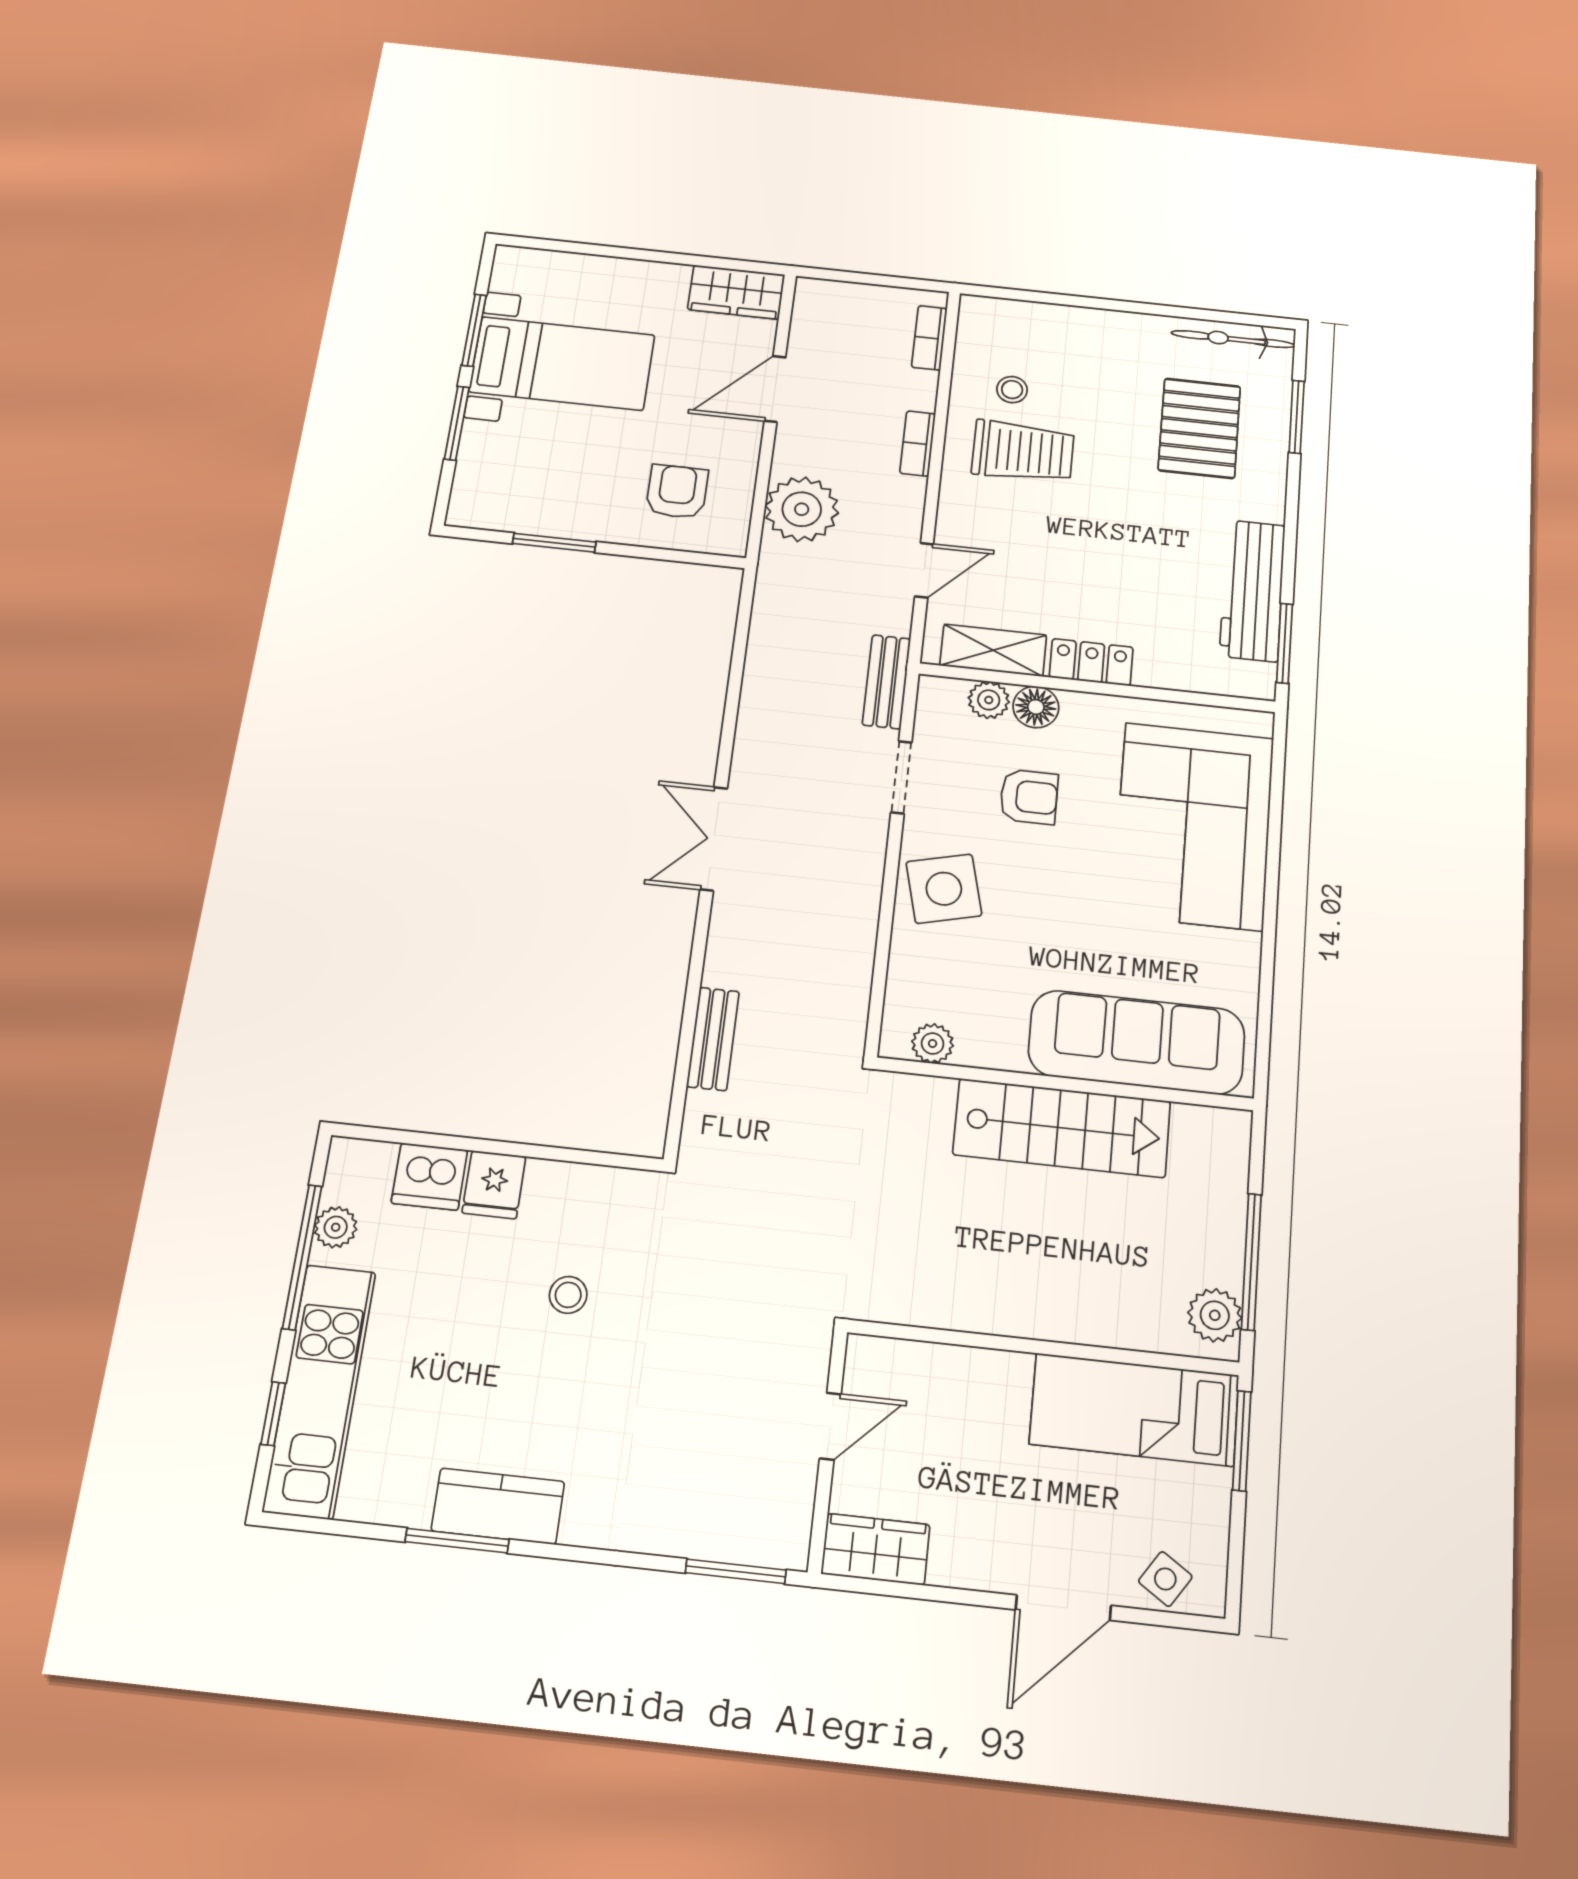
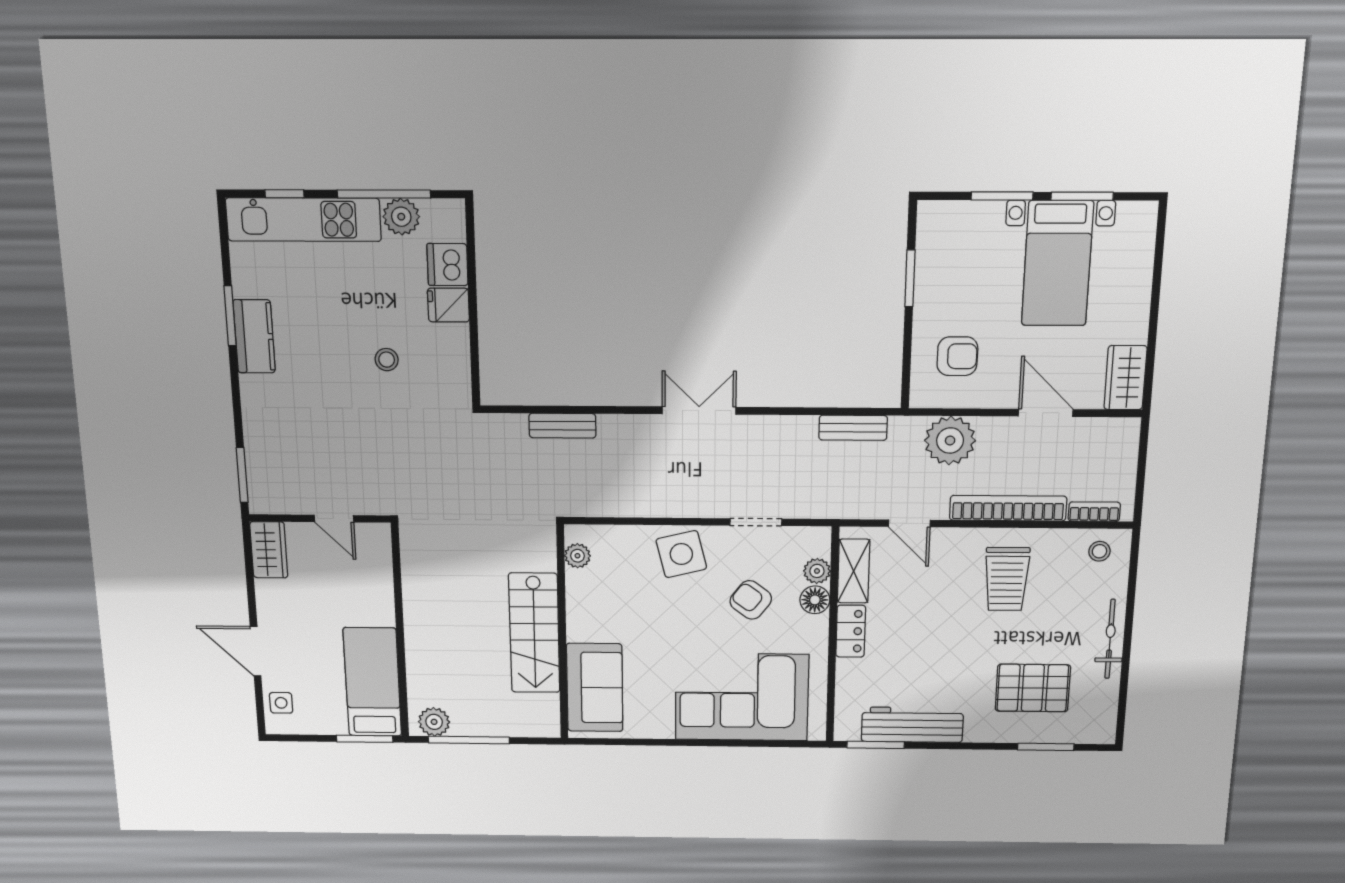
bicycle: (1233, 339) -> (1110, 639), moved
stool: (1012, 390) -> (1099, 551), moved
bookcase: (918, 444) -> (1008, 508), width x2.31, depth x1.31
bench: (887, 682) -> (853, 428), moved
armchair: (1029, 797) -> (751, 600), turned 127
sofa: (1137, 1042) -> (595, 688), width x0.73
plant: (336, 1227) -> (401, 217), width x1.38, depth x1.38
side table: (1165, 1579) -> (281, 703), turned -34

